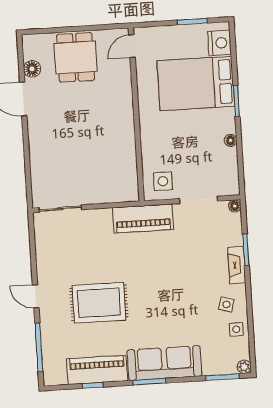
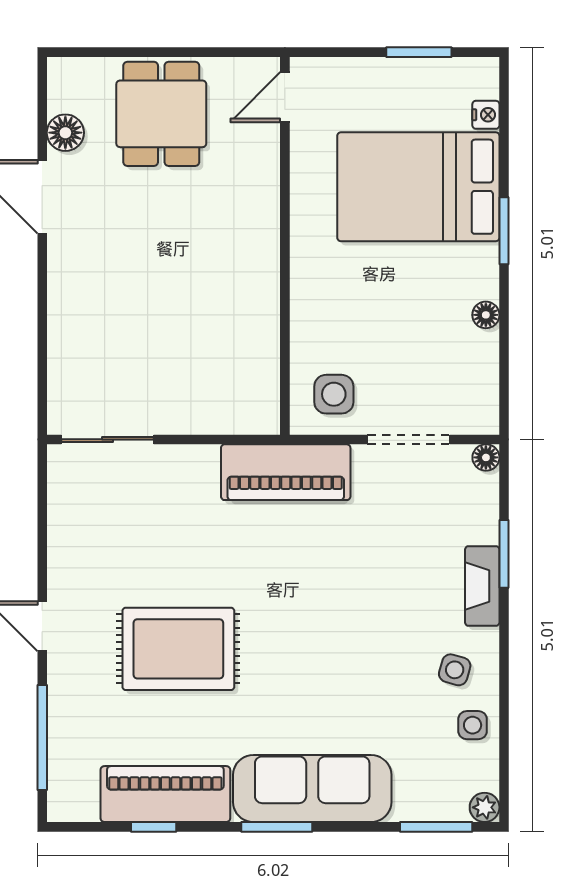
nightstand: (220, 43) -> (486, 115), width x0.53, depth x0.56

